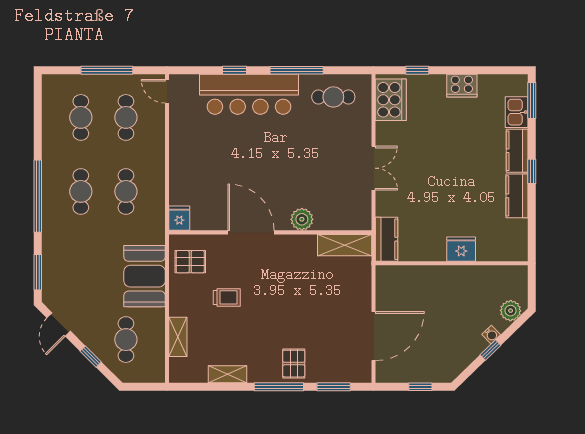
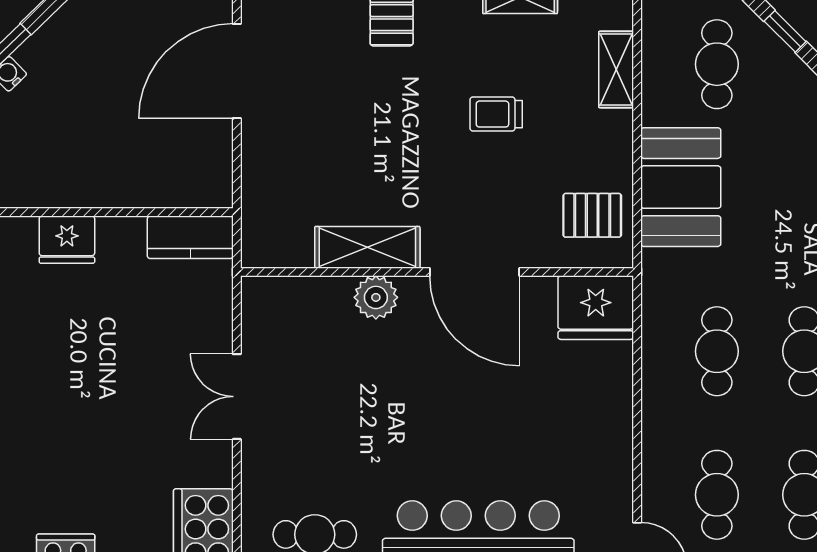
fridge: (179, 218) -> (596, 308), width x1.88, depth x1.34
kitchen counter: (387, 239) -> (190, 237), moved, turned -90
shelving: (345, 245) -> (367, 247), moved
trolley: (227, 297) -> (496, 114), moved

